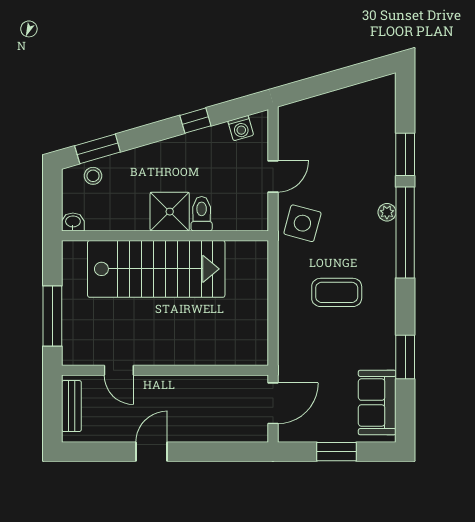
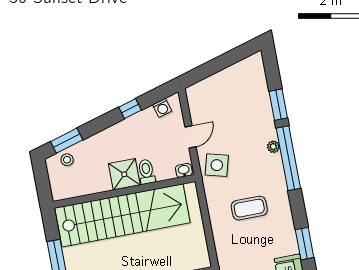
washbasin: (73, 222) -> (184, 170), moved
stairs: (156, 269) -> (122, 215), width x1.36

